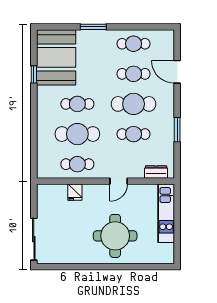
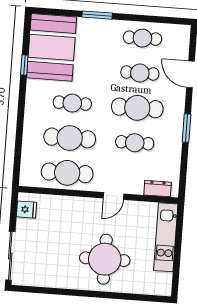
window: (177, 130) -> (187, 128), moved
cafe table: (77, 164) -> (67, 173), width x1.37, depth x1.35
fridge: (75, 192) -> (27, 210), moved, turned -90

